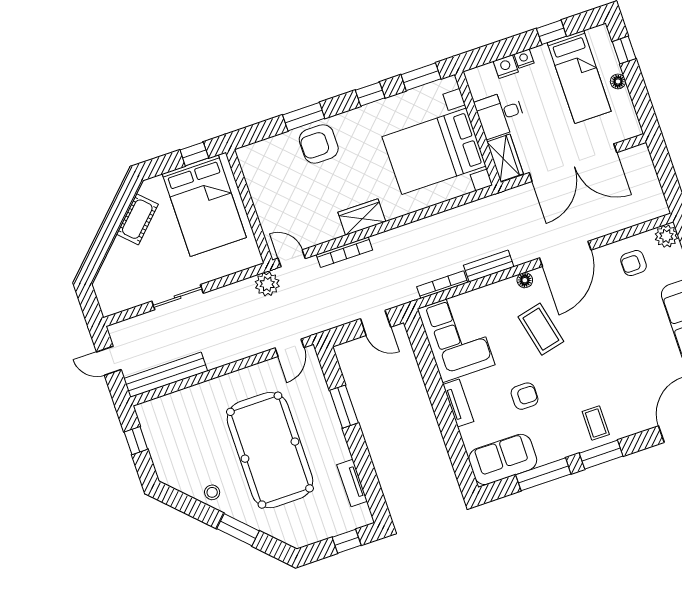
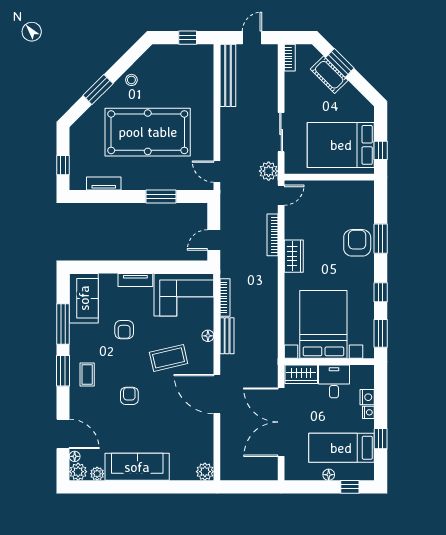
cot: (137, 219) -> (329, 75), moved
window: (103, 242) -> (340, 63), added
armchair: (633, 263) -> (129, 396), moved
floor lamp: (525, 280) -> (208, 336), moved
sliding door: (178, 297) -> (281, 132), moved
bookcase: (118, 306) -> (290, 58), added
coffee table: (596, 423) -> (87, 374), turned 90

